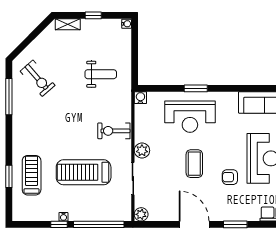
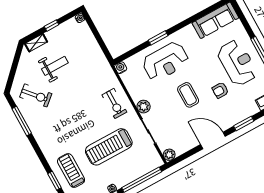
weight bench: (101, 74) -> (55, 66), moved
exercise bike: (114, 131) -> (114, 103), turned -90

